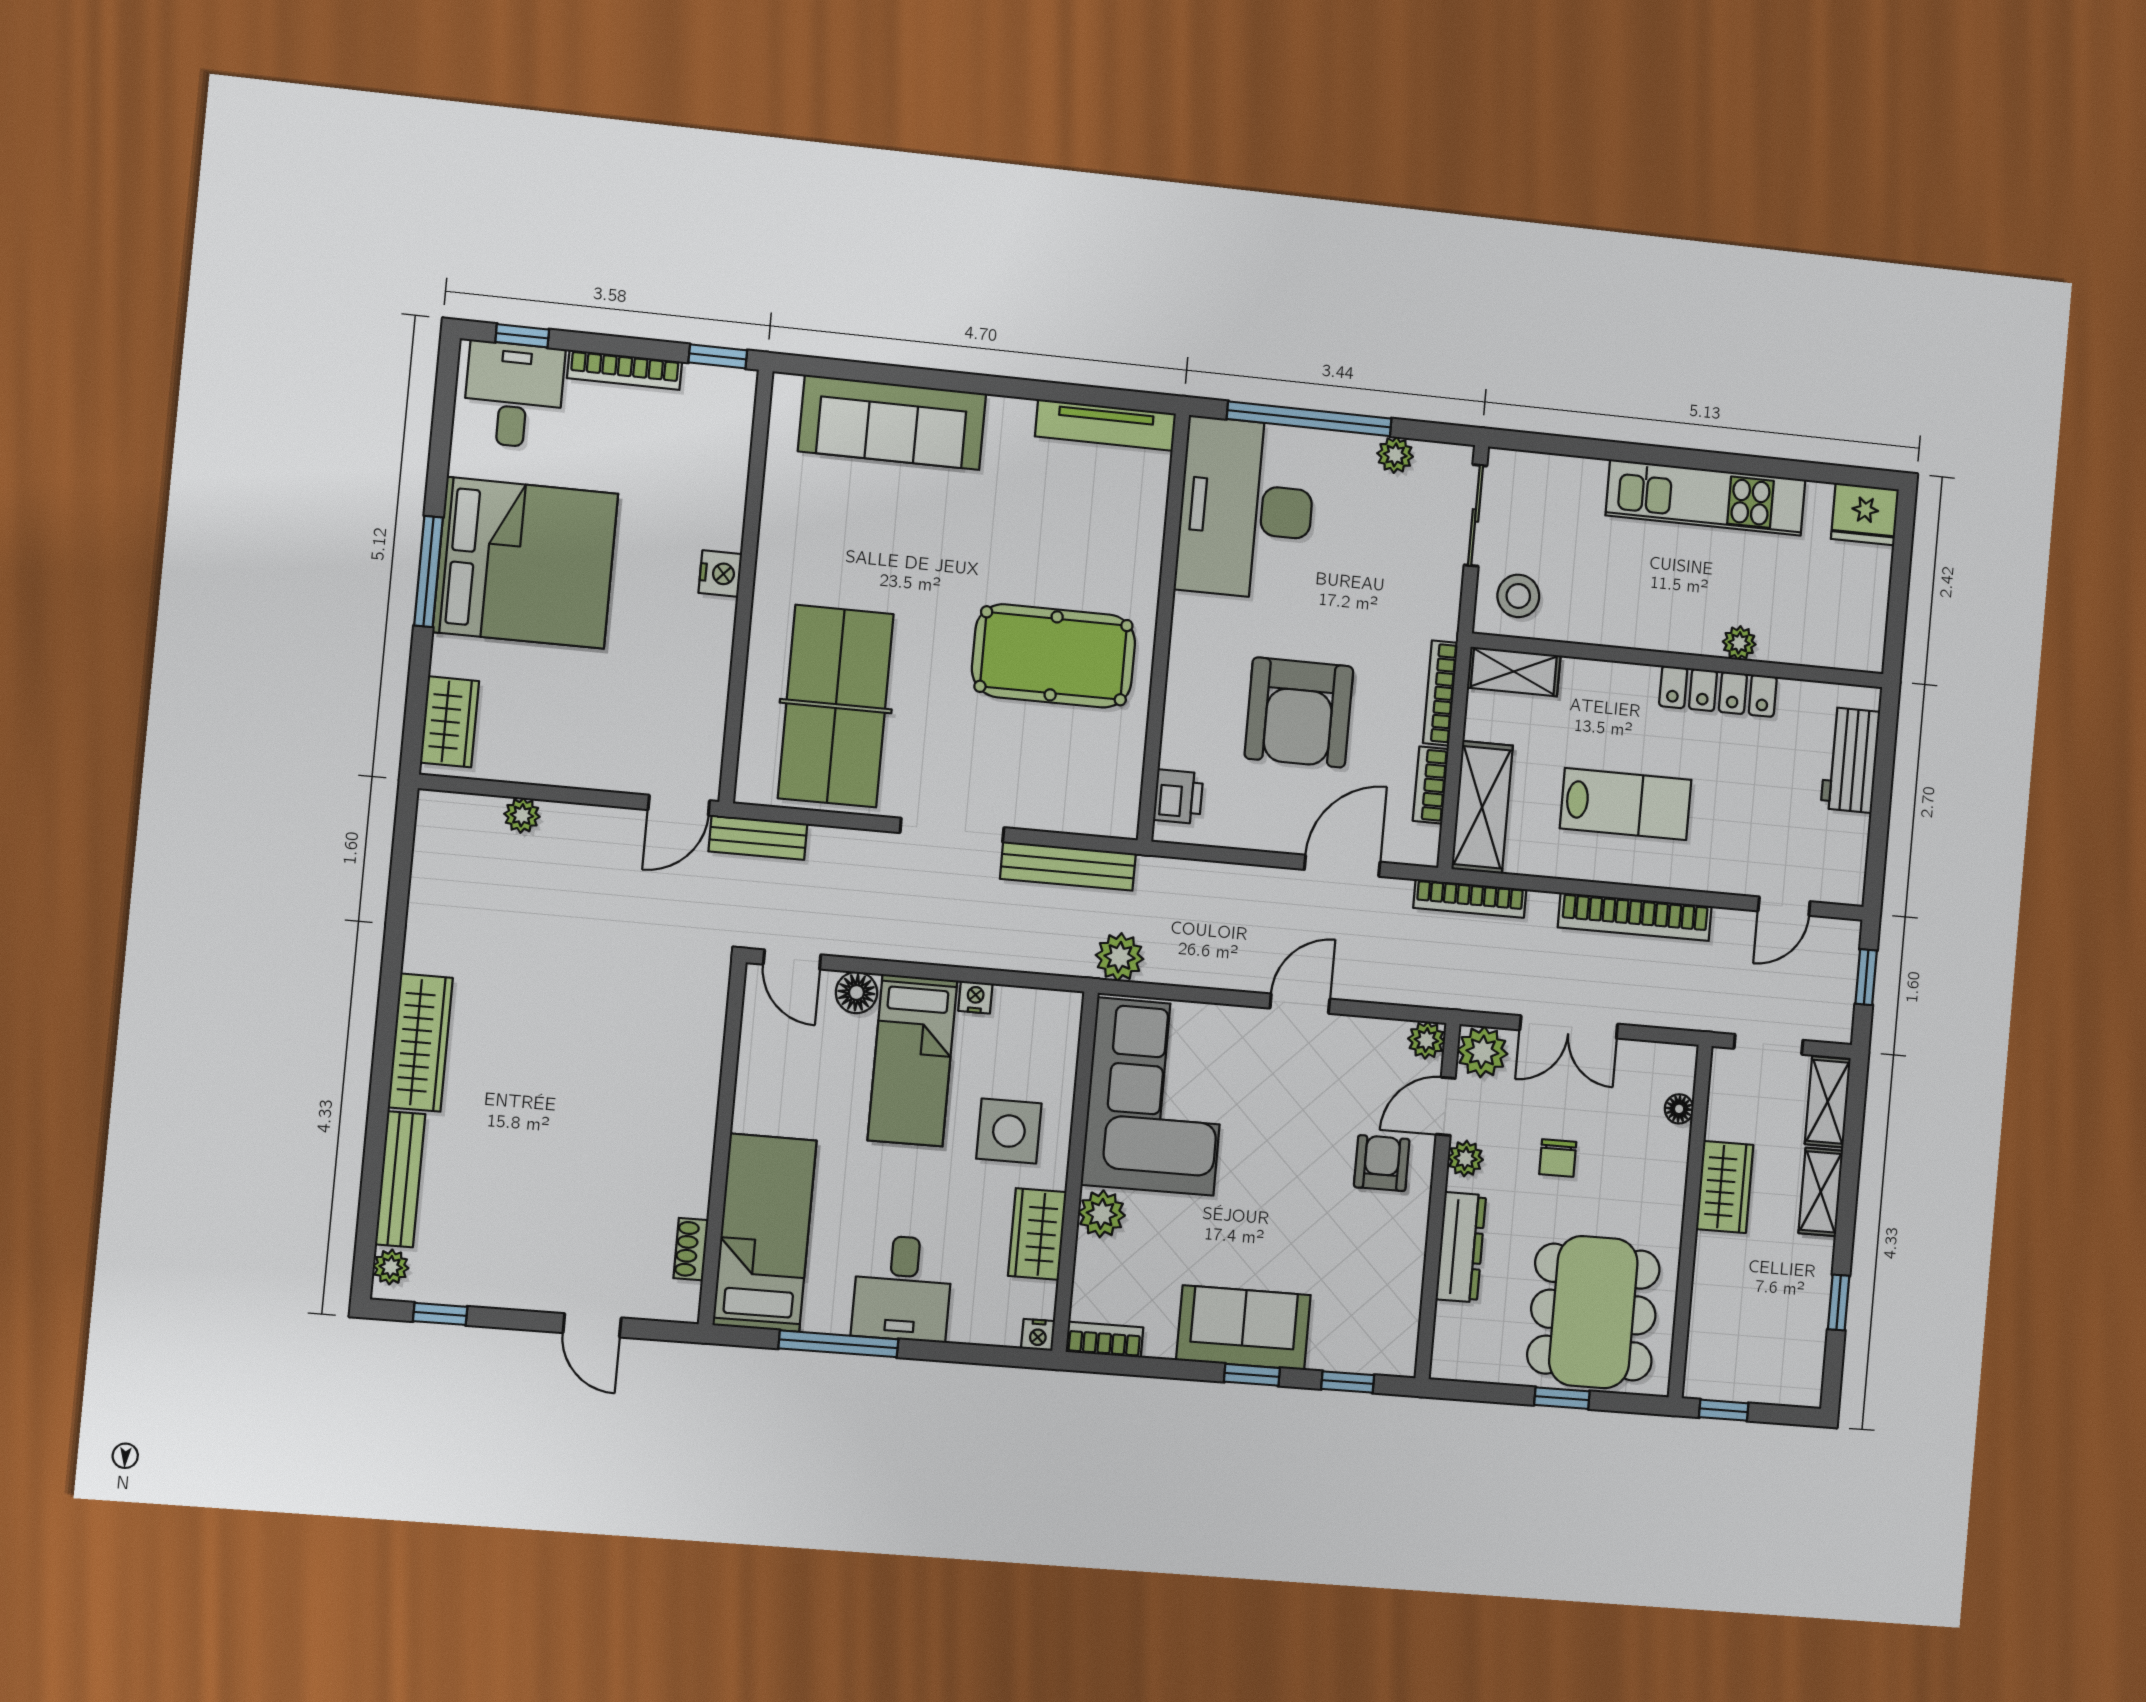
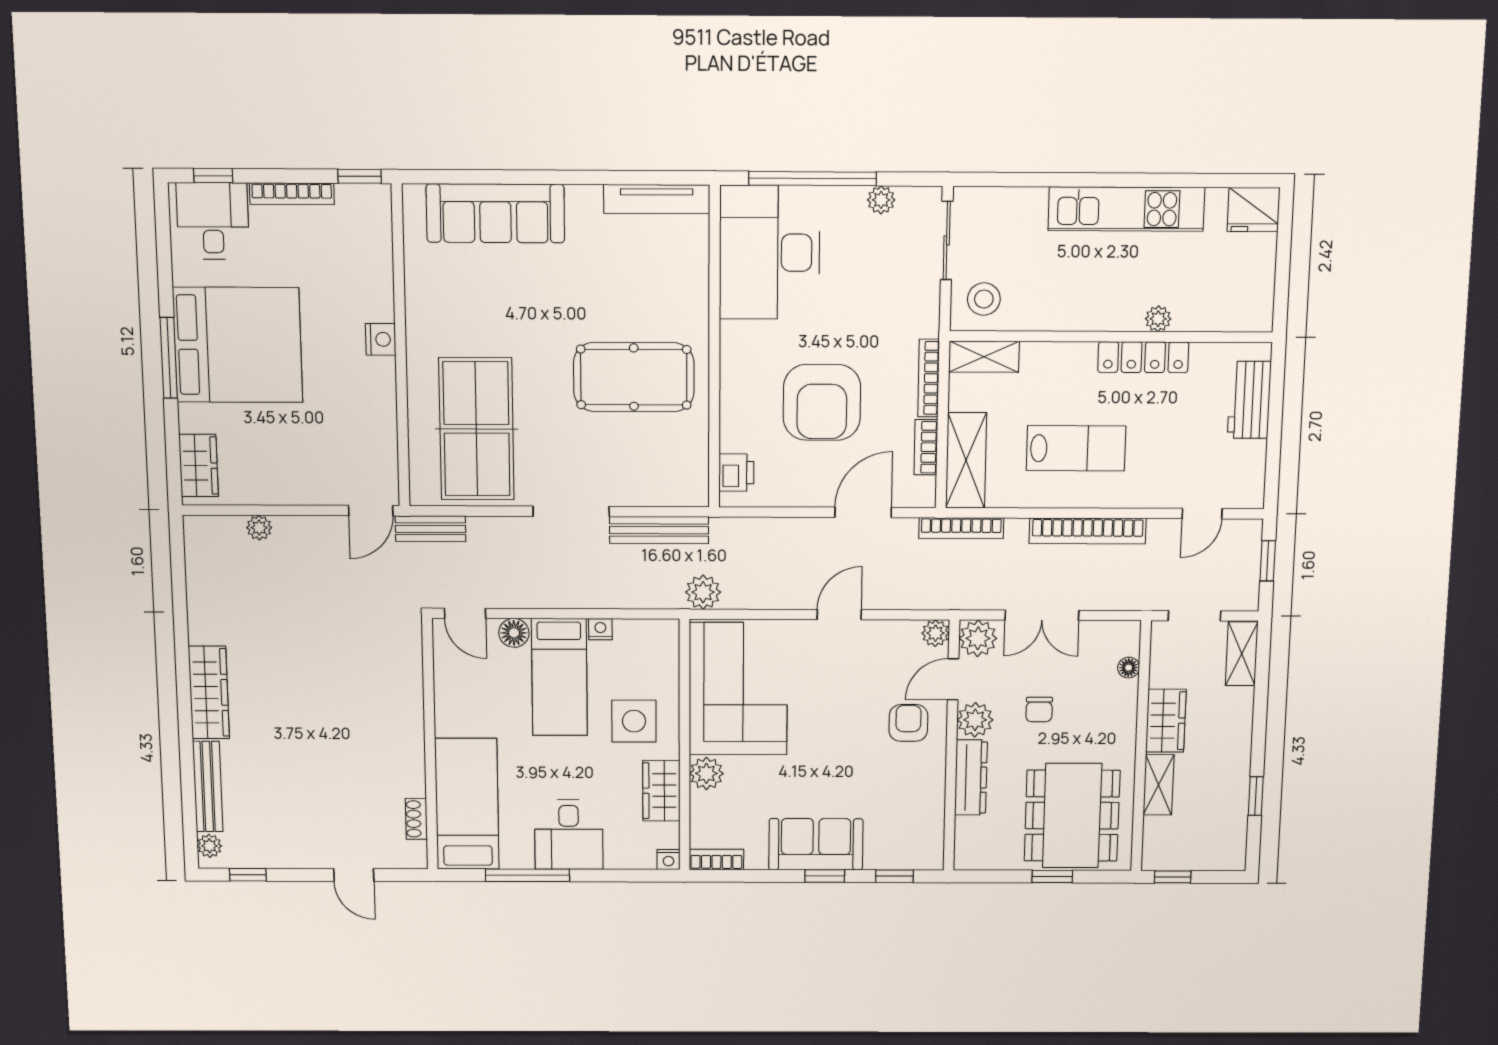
plant: (1465, 1159) -> (975, 720), width x1.38, depth x1.38
shelving: (1821, 1192) -> (1158, 785), moved

